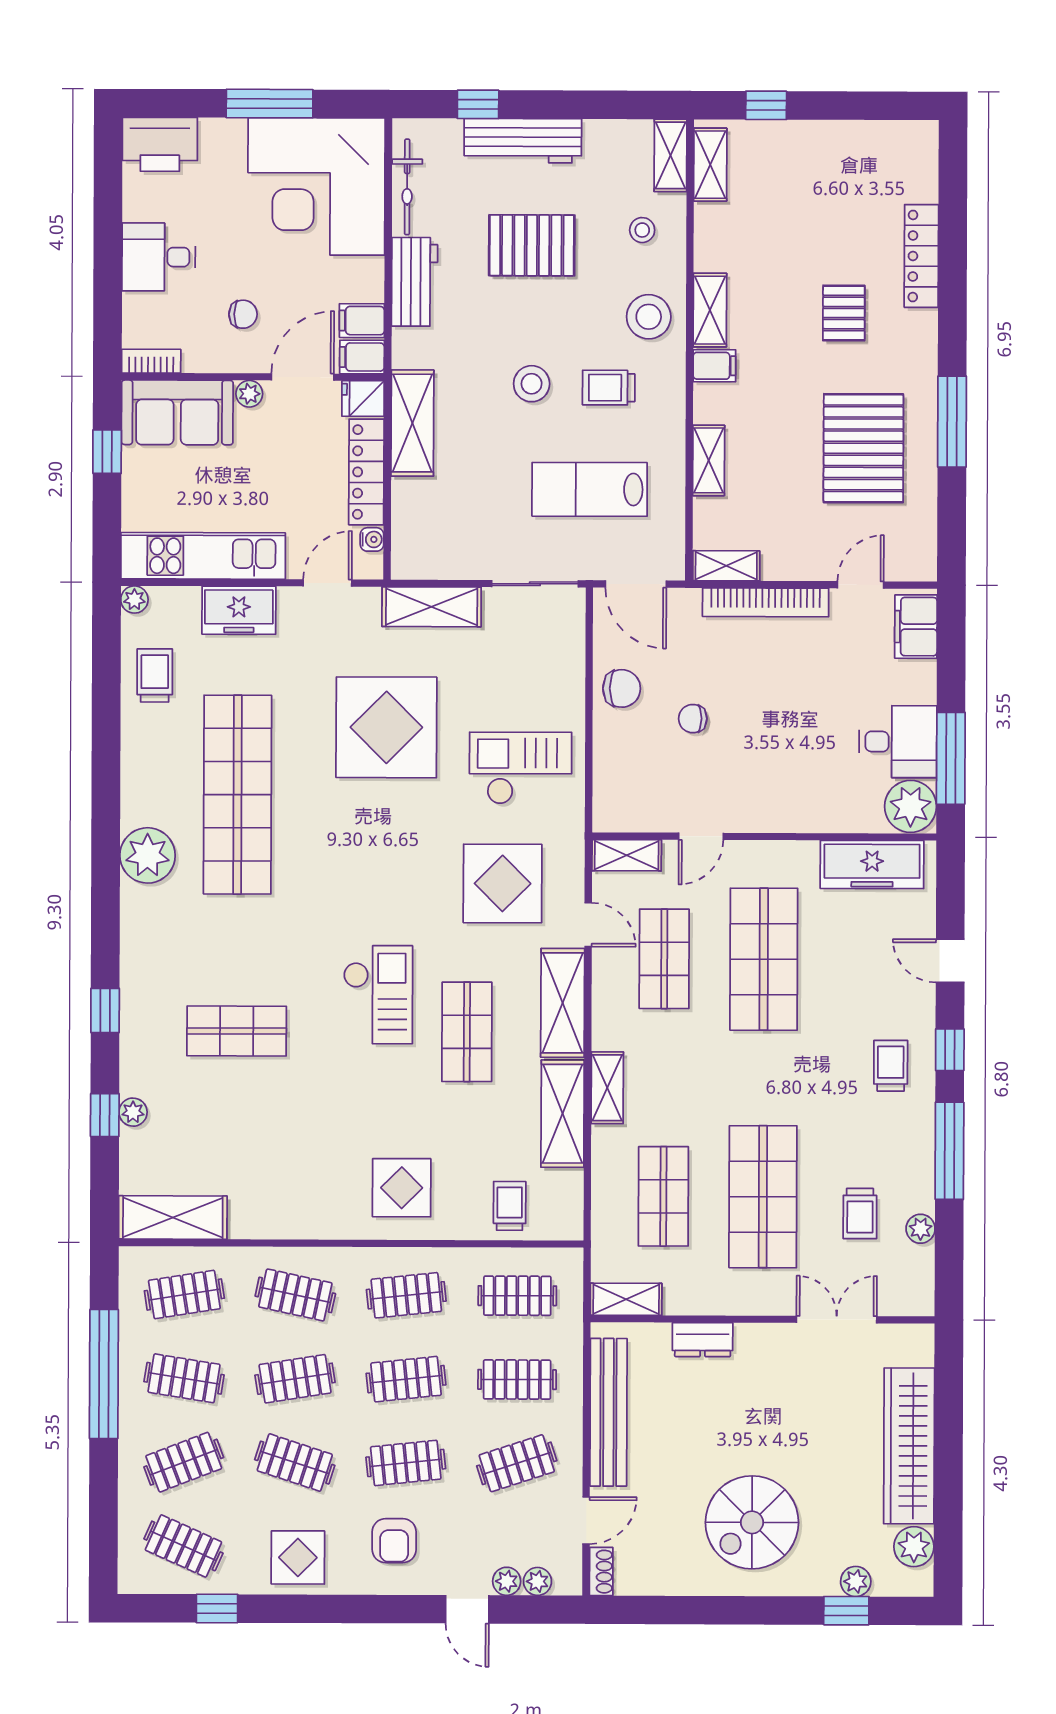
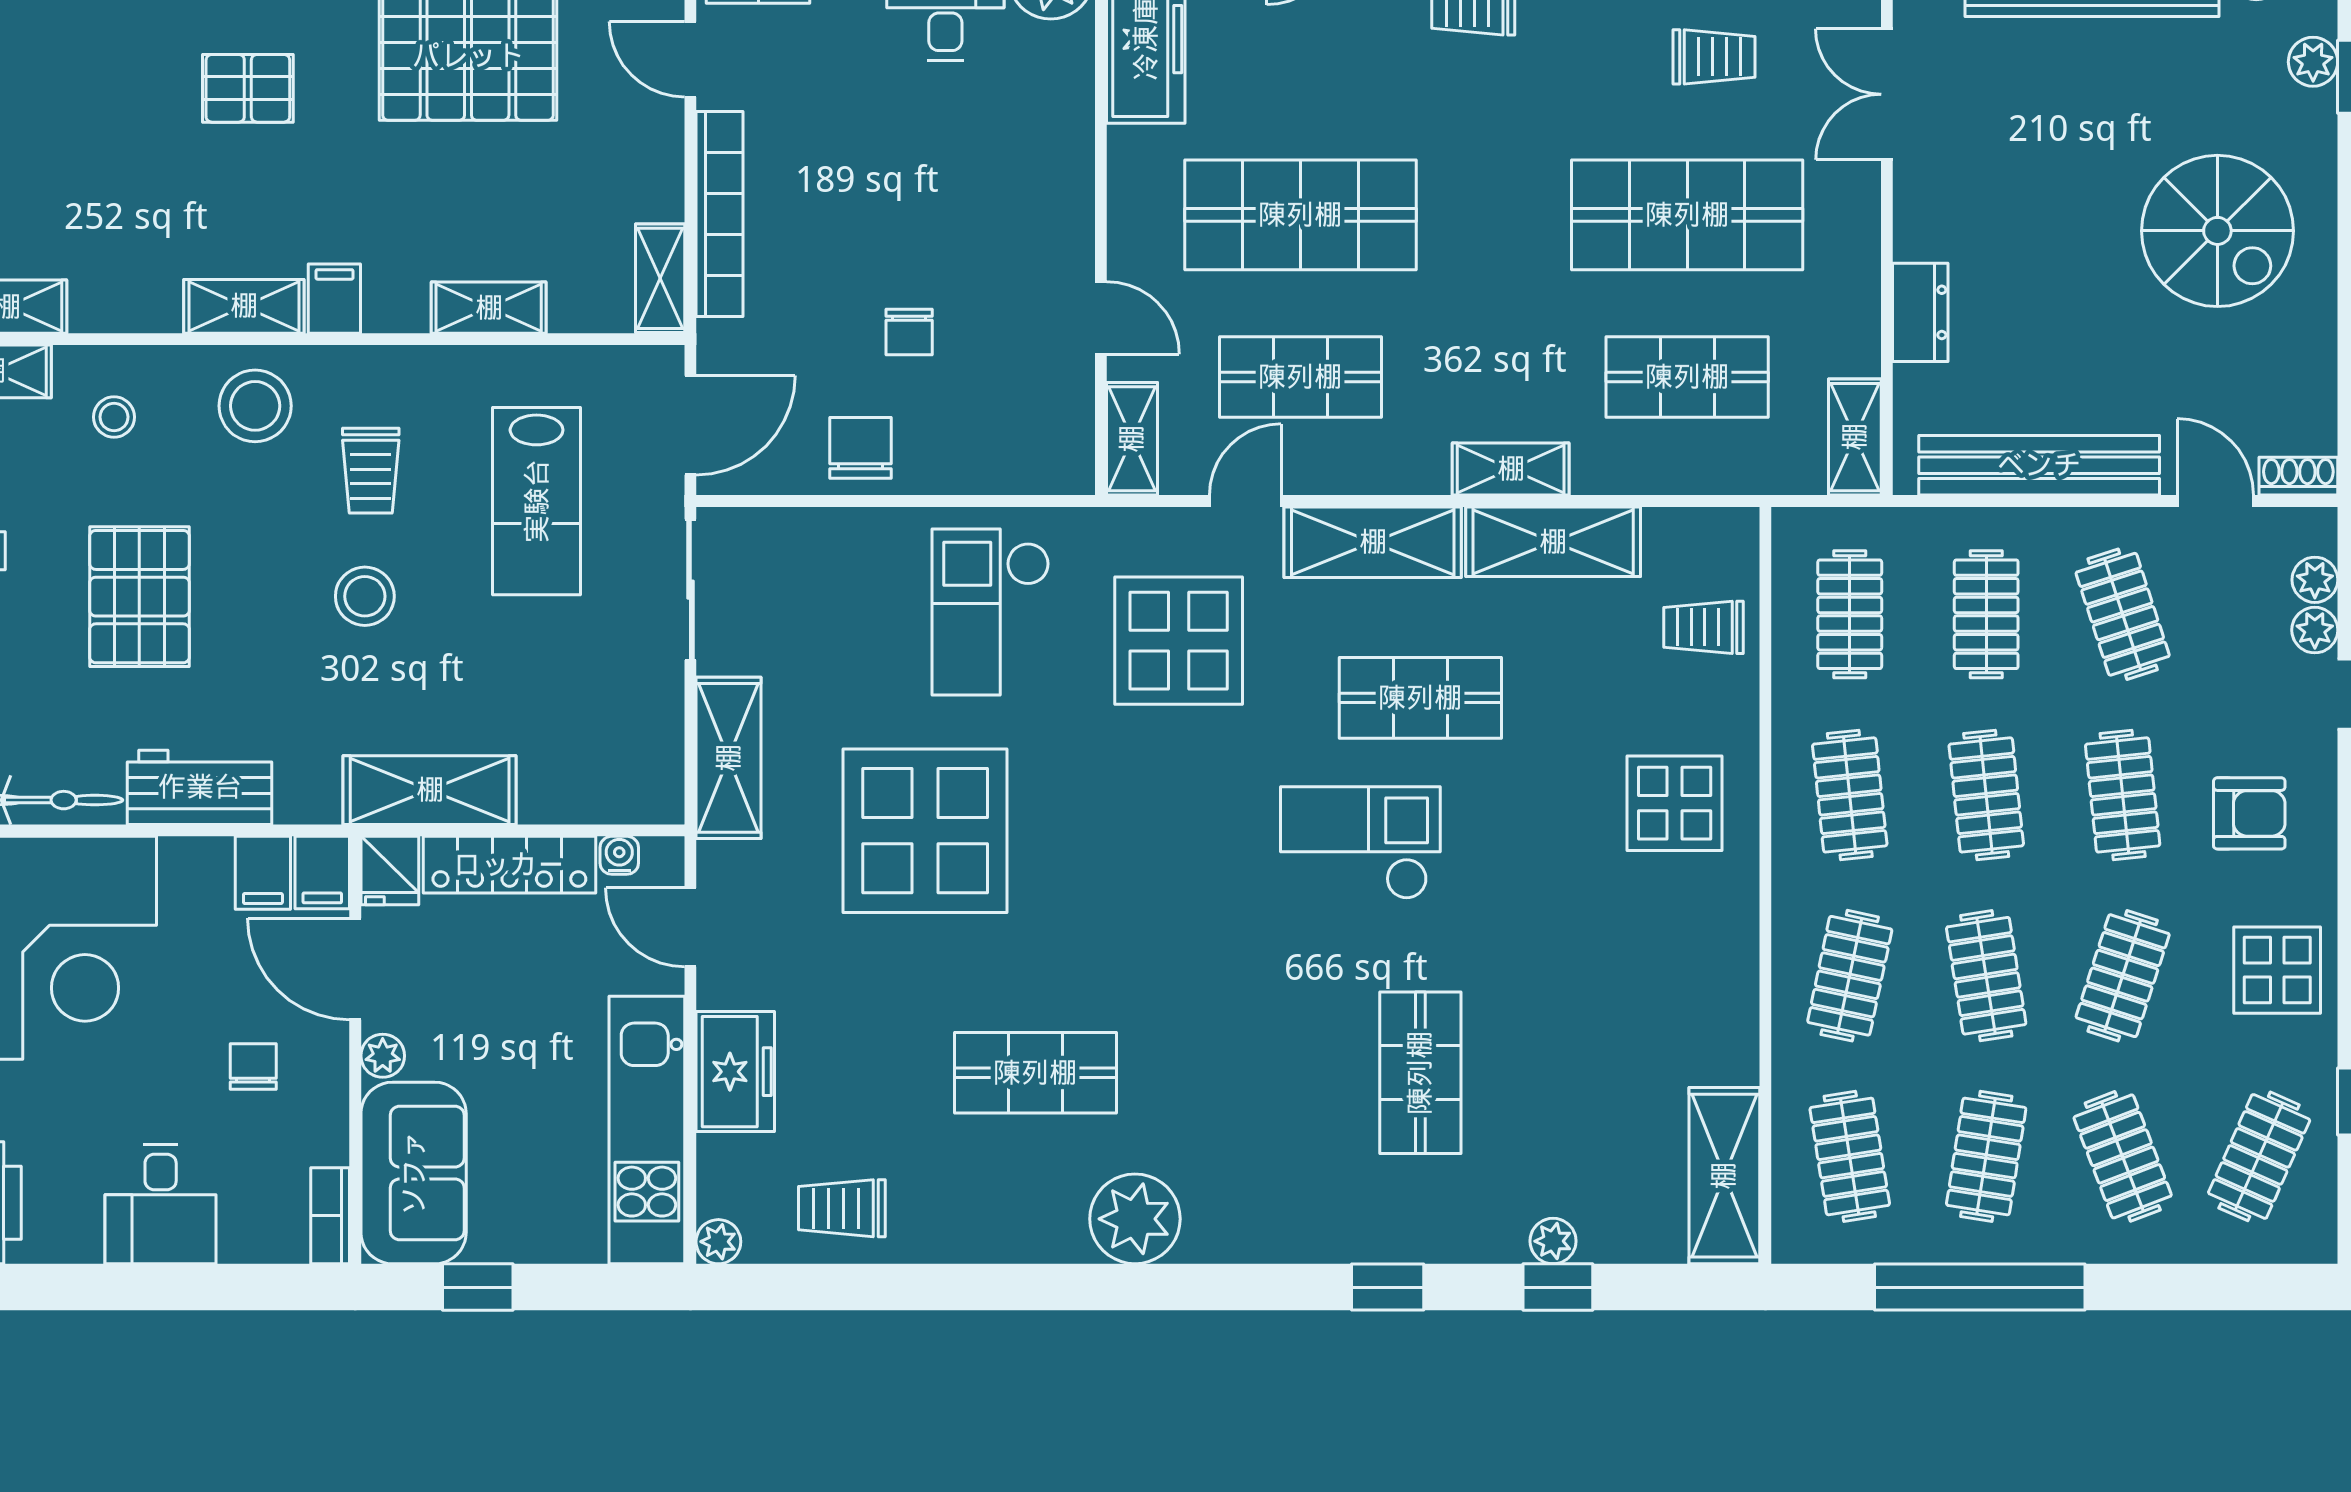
shop shelf: (237, 795) -> (1035, 1073), width x0.50, depth x0.74

